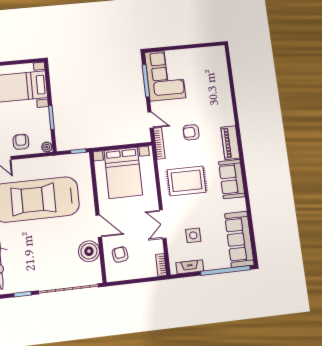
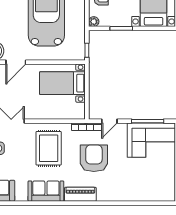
armchair: (191, 132) -> (94, 158), width x1.88, depth x1.88
bed with nightstands: (123, 173) -> (62, 83), width x0.73

